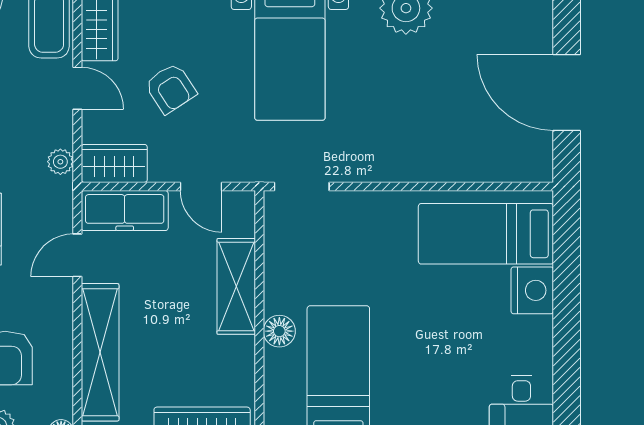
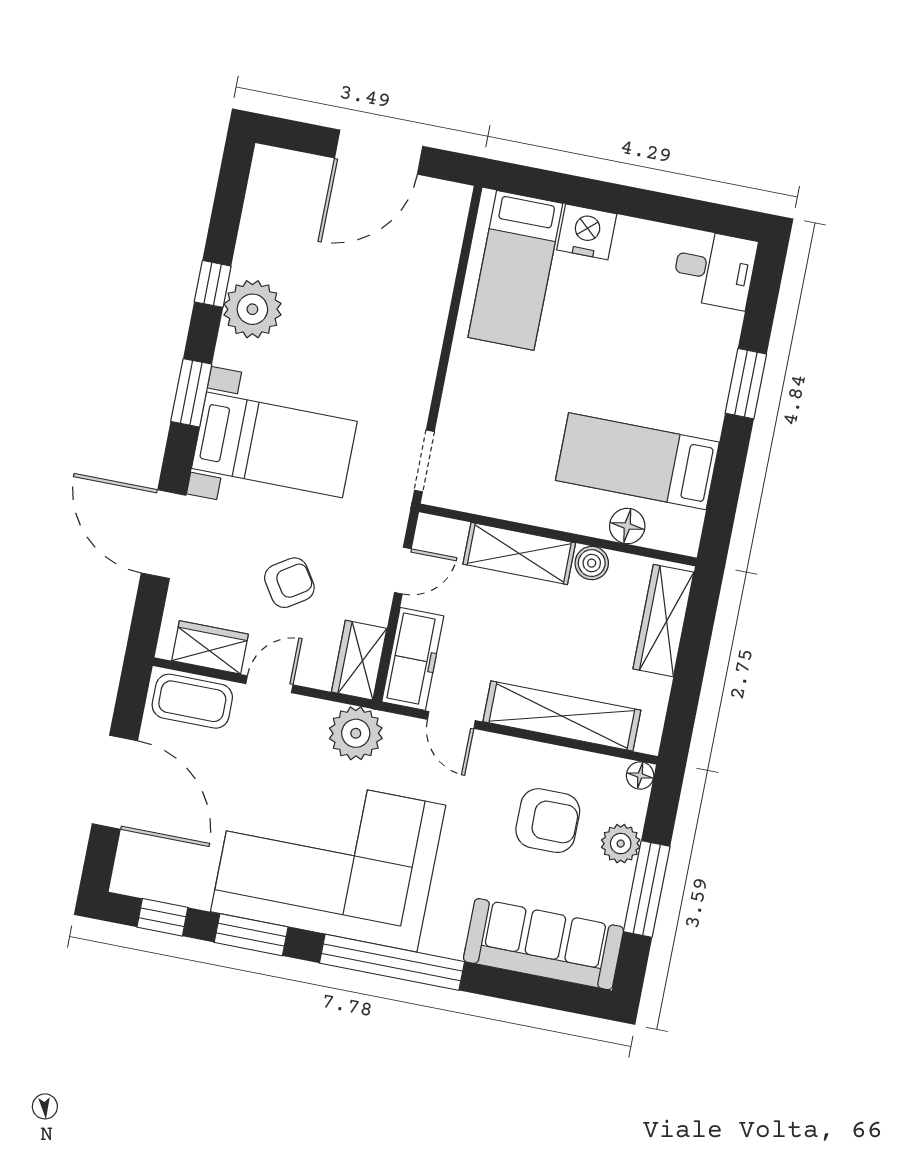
plant: (60, 162) -> (356, 733), width x1.88, depth x1.88
floor lamp: (279, 331) -> (627, 526), moved
boiler: (240, 352) -> (592, 563), added

